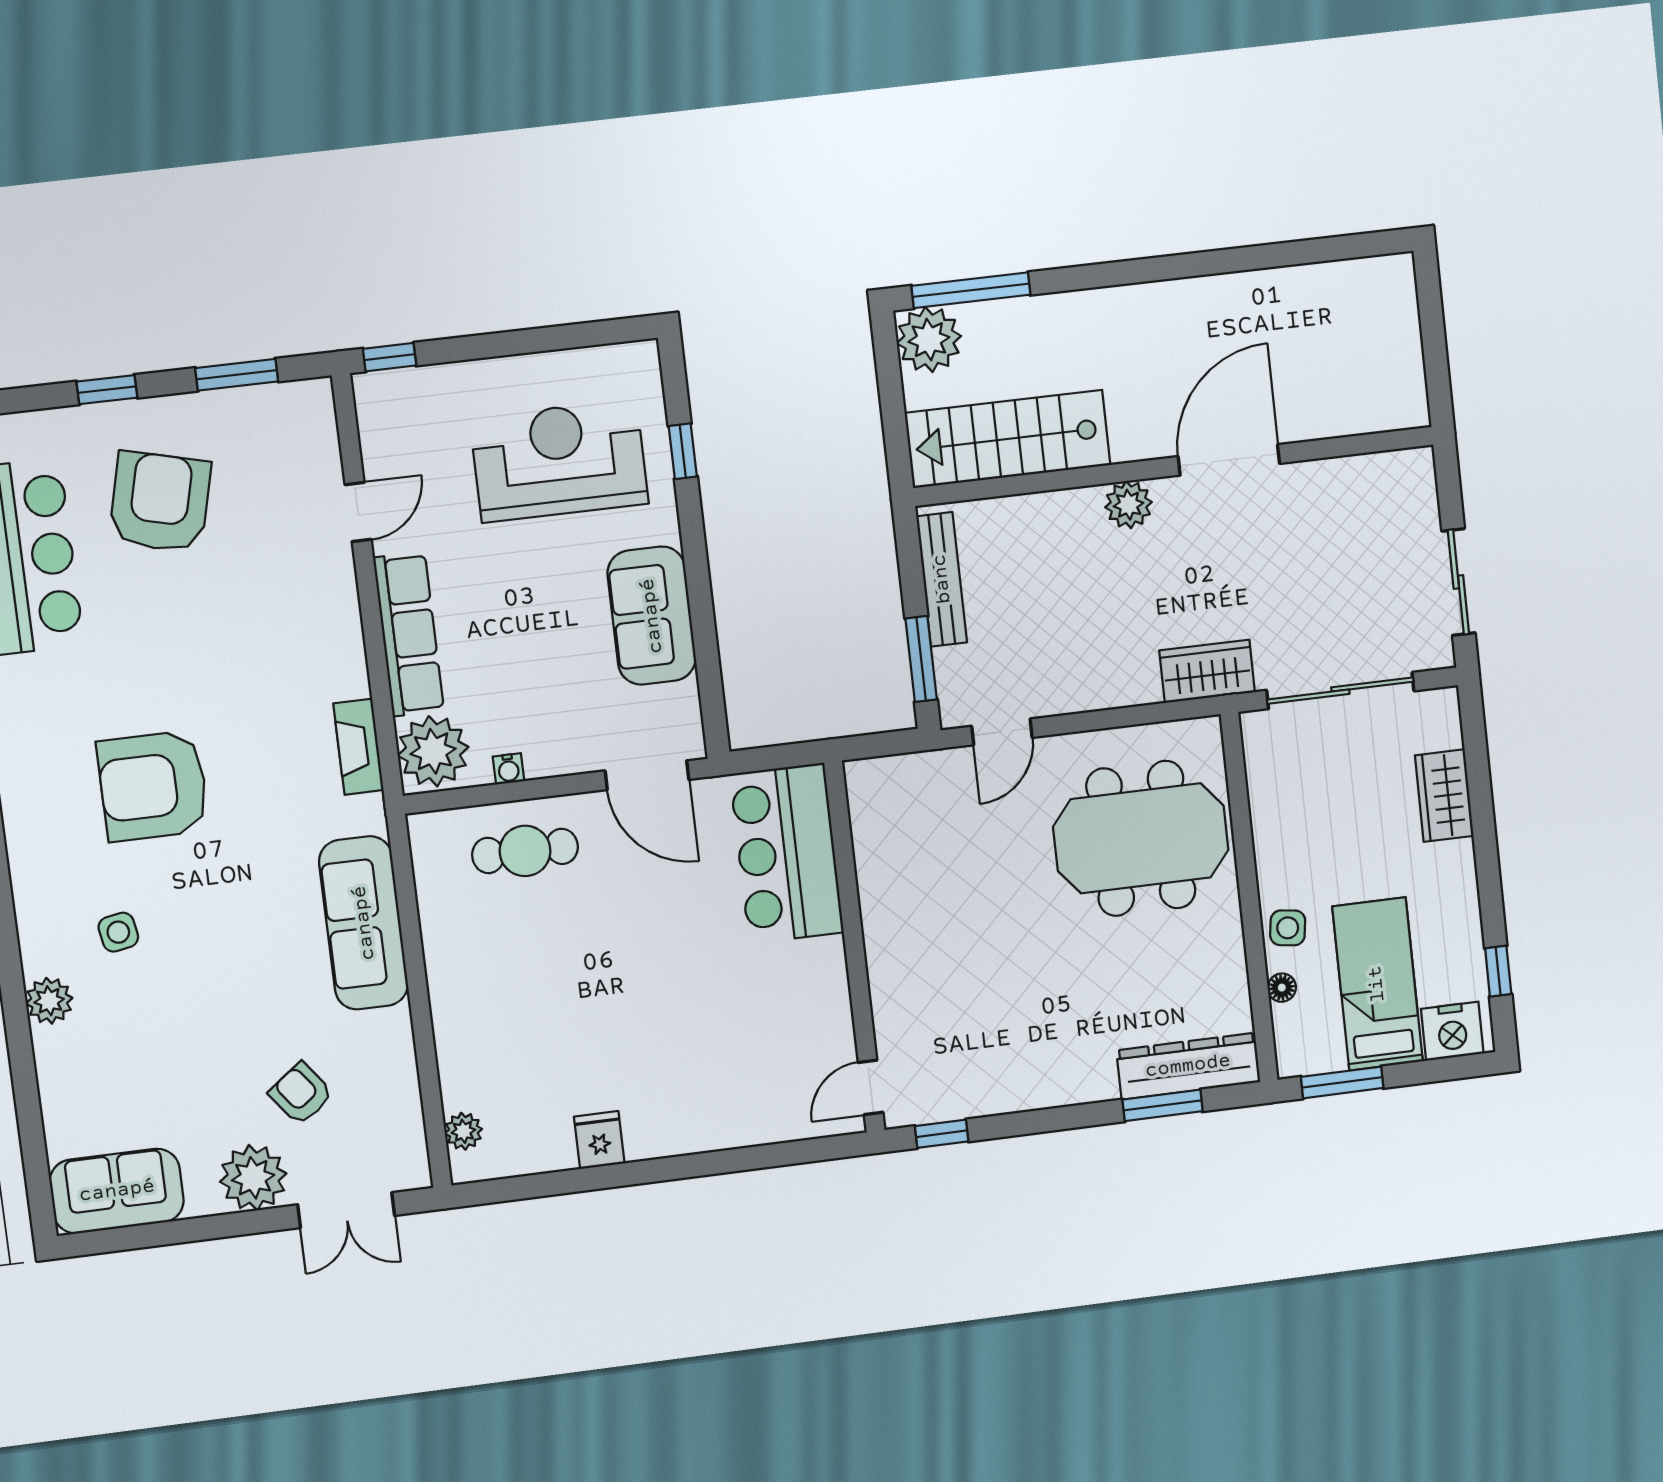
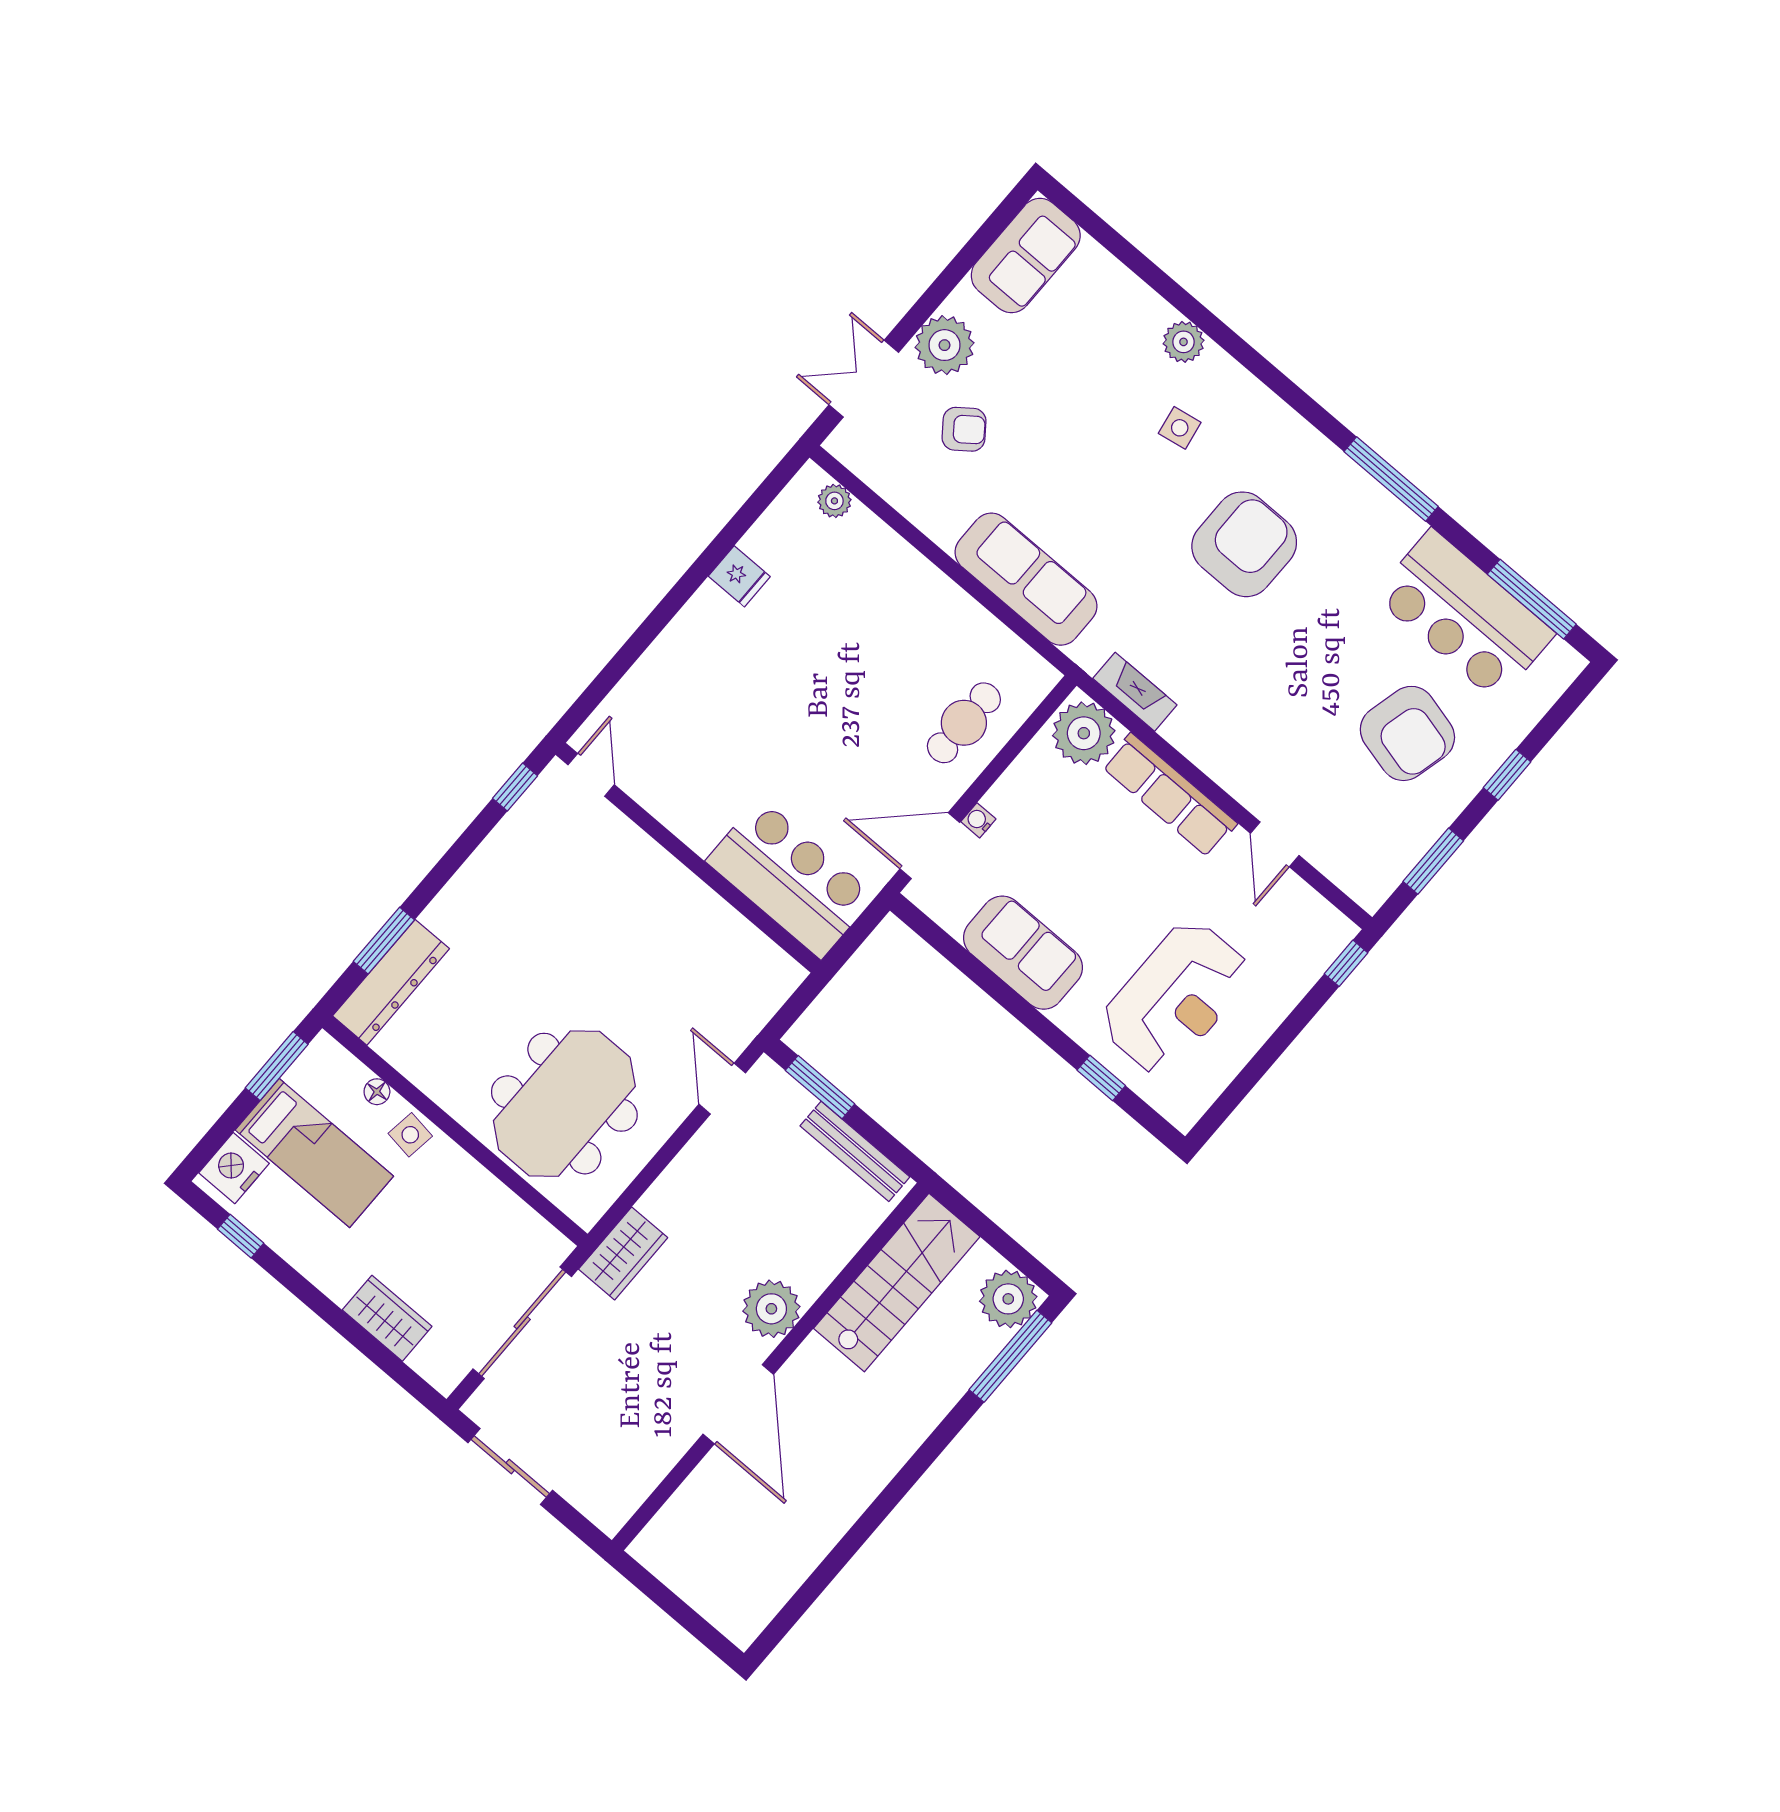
plant: (1129, 505) -> (771, 1309), width x1.36, depth x1.36
water cooler: (509, 769) -> (978, 820), moved

